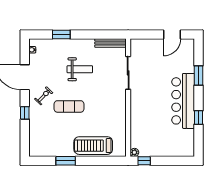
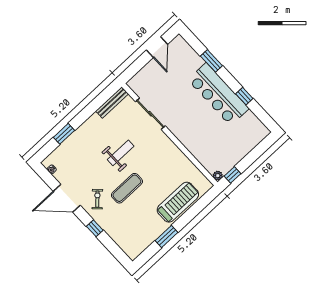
weight bench: (80, 69) -> (121, 153), moved
treadmill: (93, 146) -> (178, 202), turned 180

